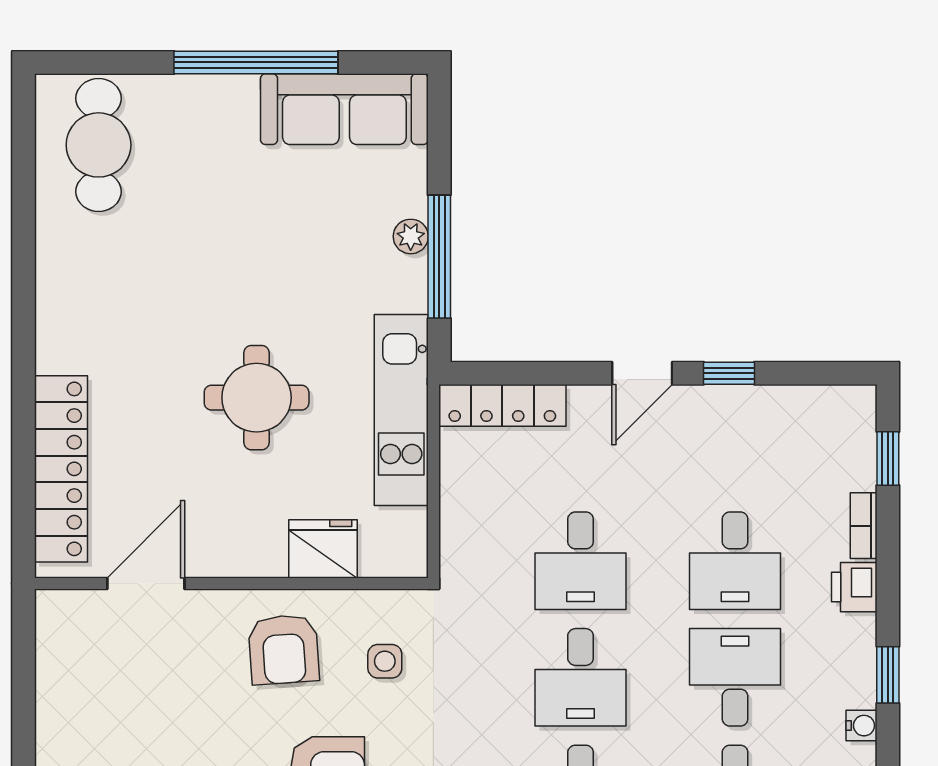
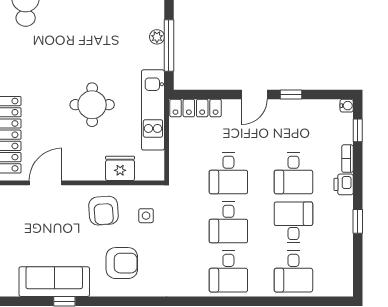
water cooler: (861, 726) -> (347, 106), moved

